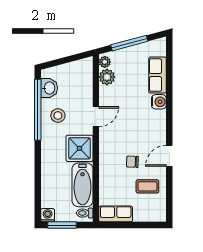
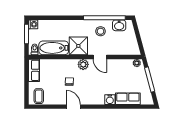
plant: (107, 77) -> (83, 64), moved
coffee table: (147, 186) -> (39, 96), moved

